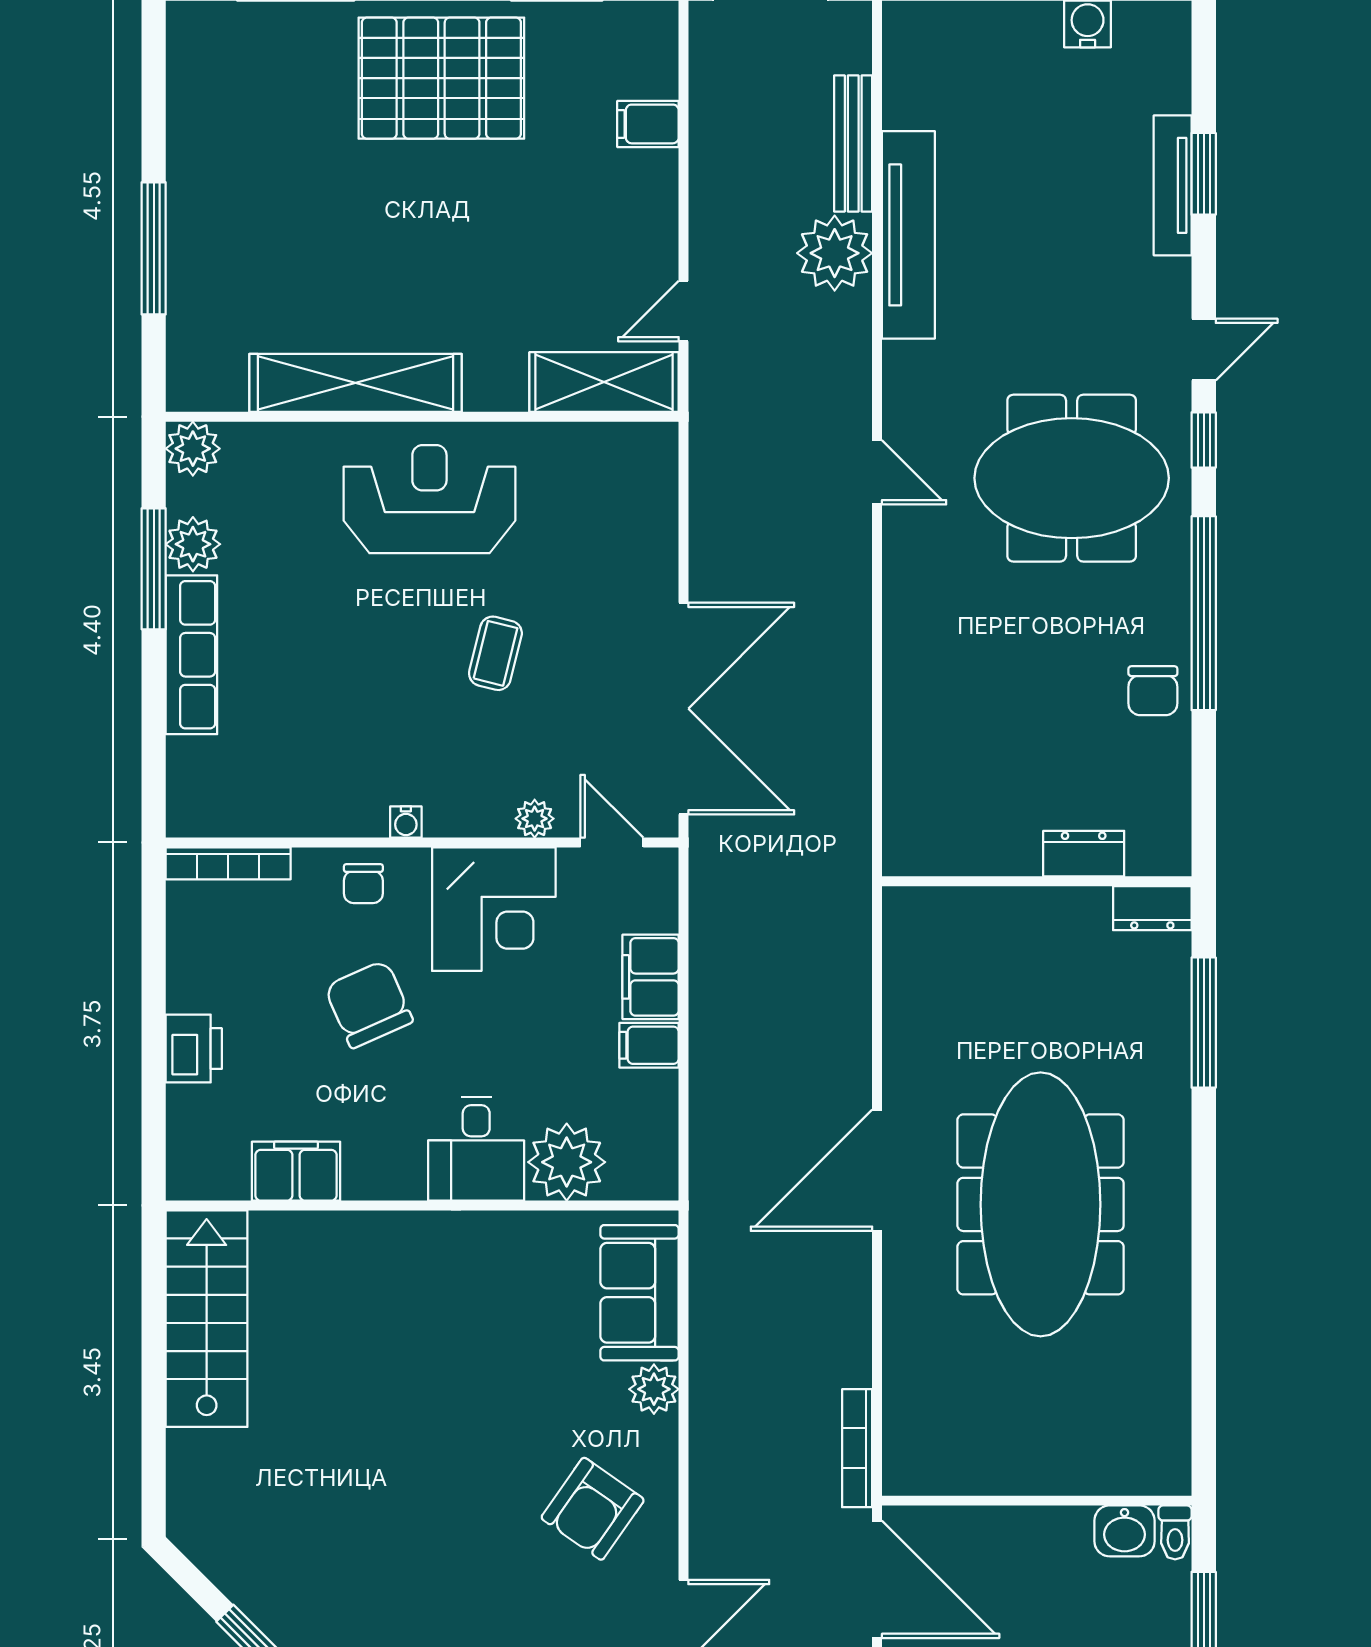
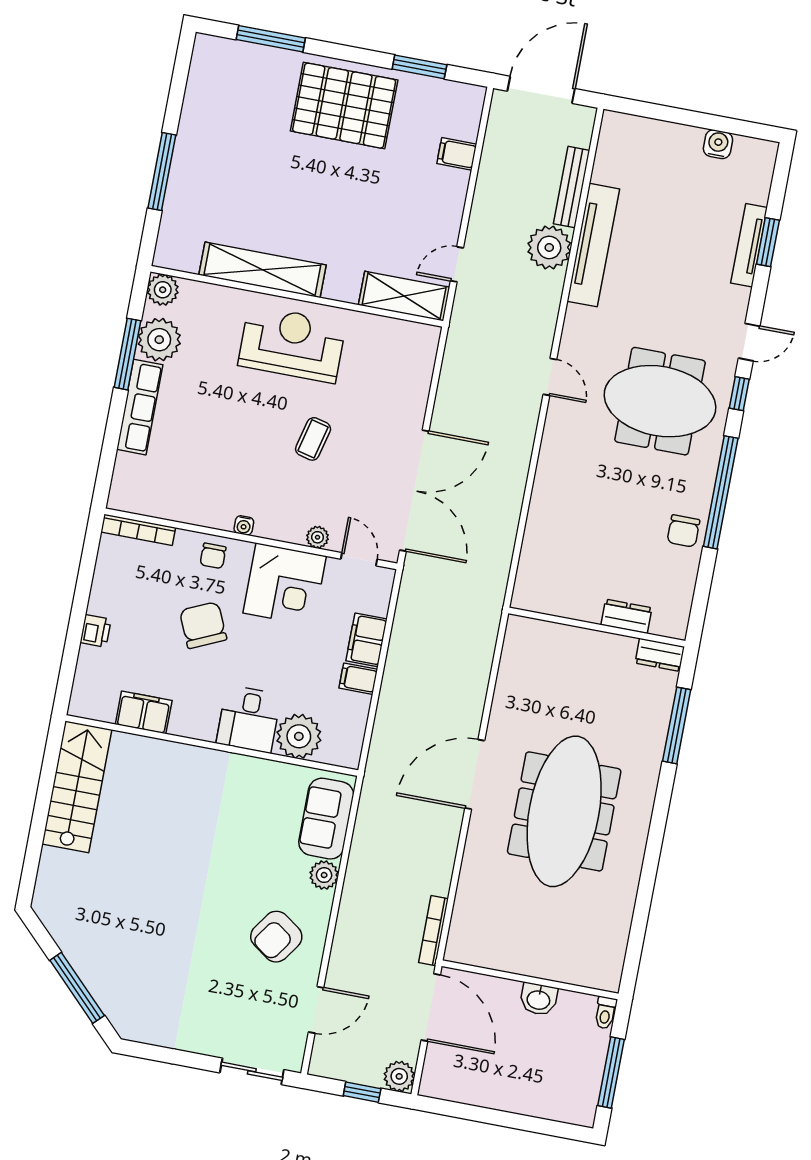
plant: (193, 544) -> (159, 340), width x1.36, depth x1.36
printer: (194, 1049) -> (96, 631), width x0.73, depth x0.81
washbasin: (1124, 1531) -> (539, 999), moved

